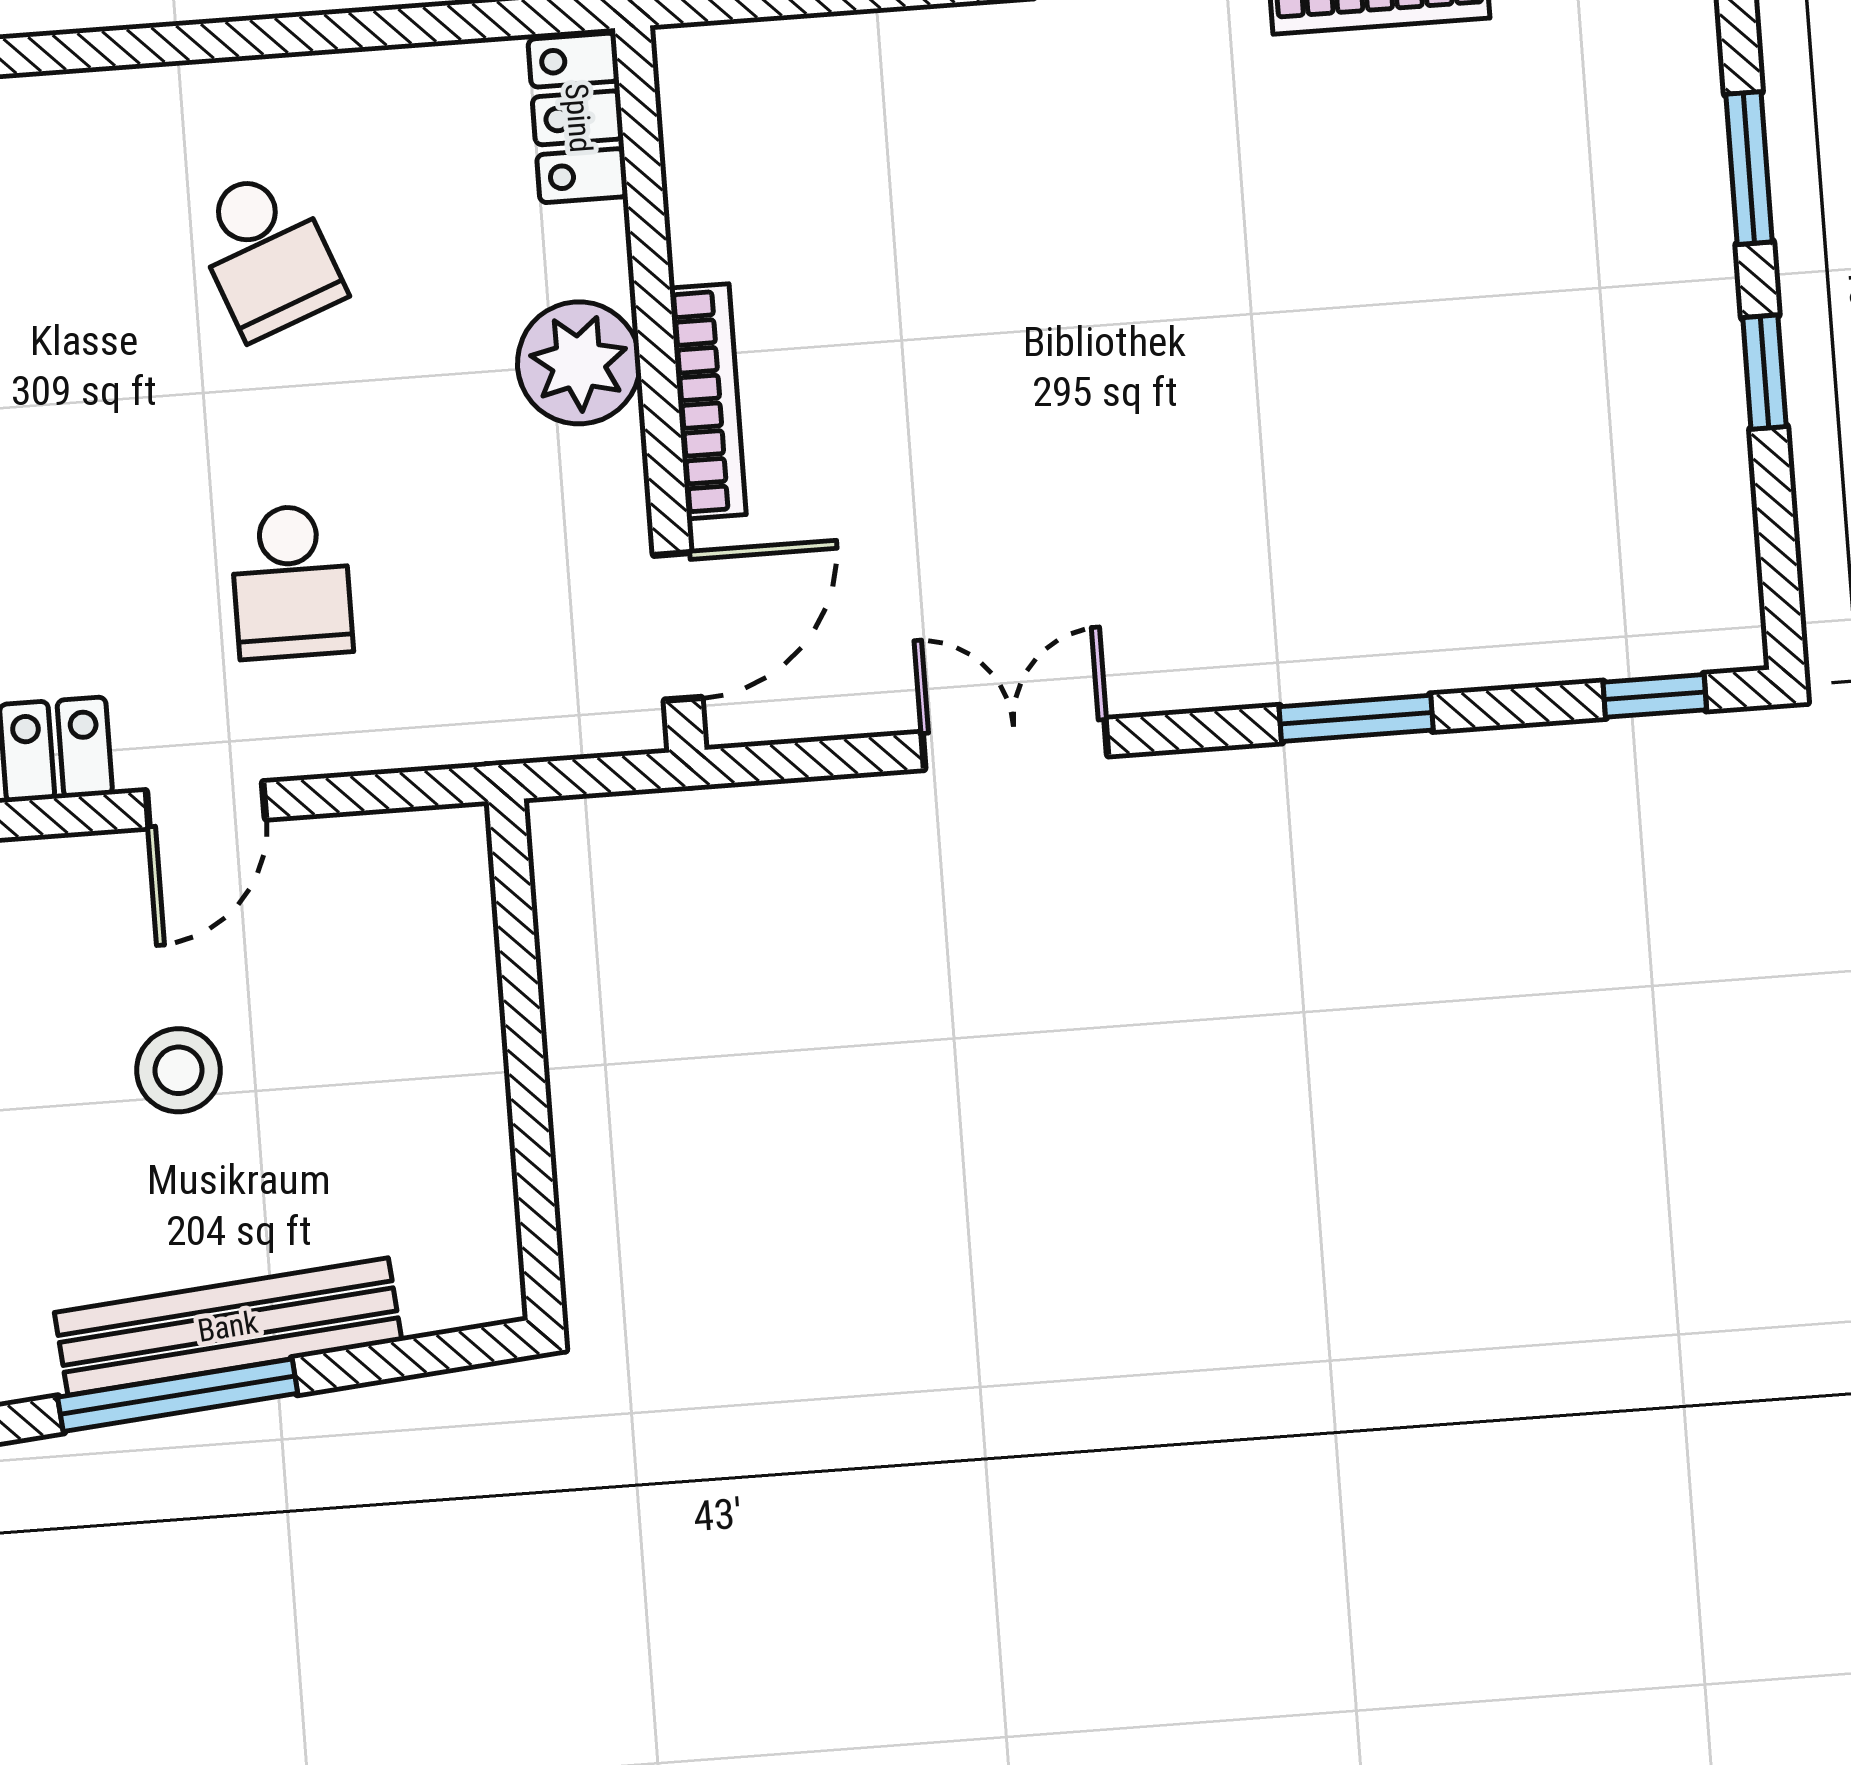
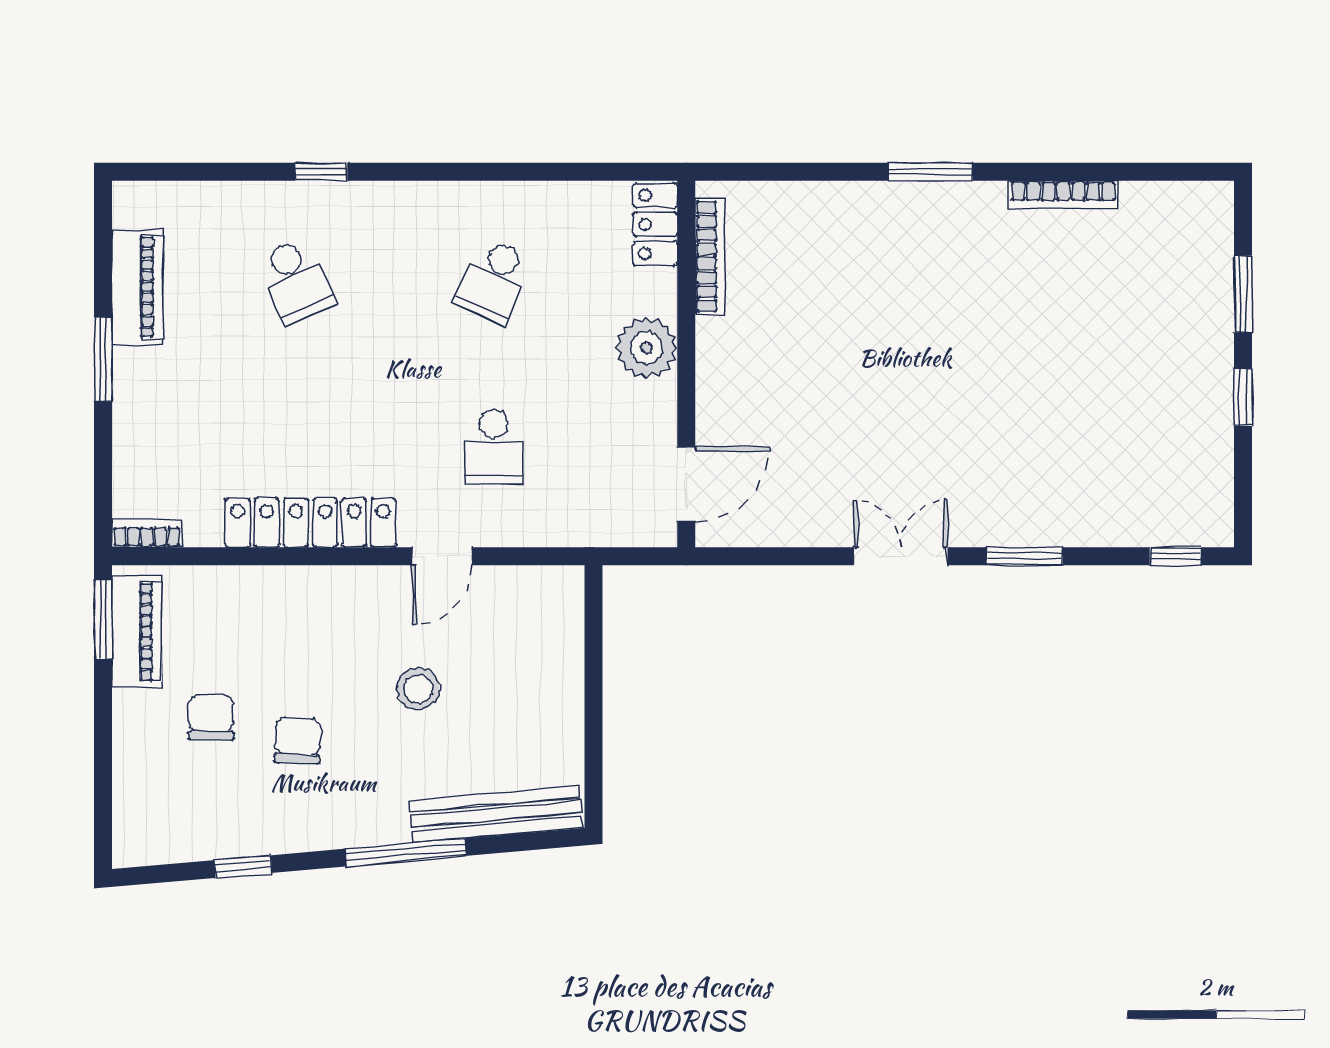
school desk: (267, 253) -> (494, 281), turned 45
bookcase: (708, 401) -> (710, 257), moved
double door: (1015, 744) -> (901, 556), moved
bench: (228, 1327) -> (496, 814), moved

